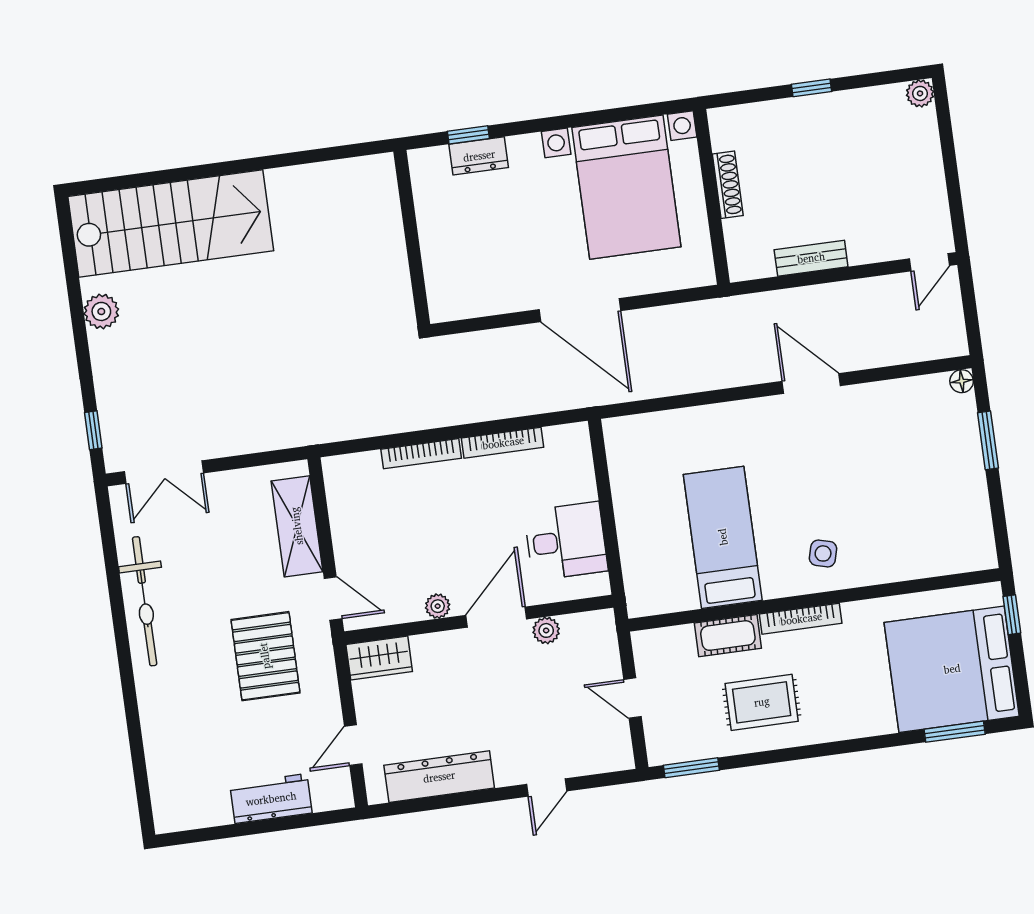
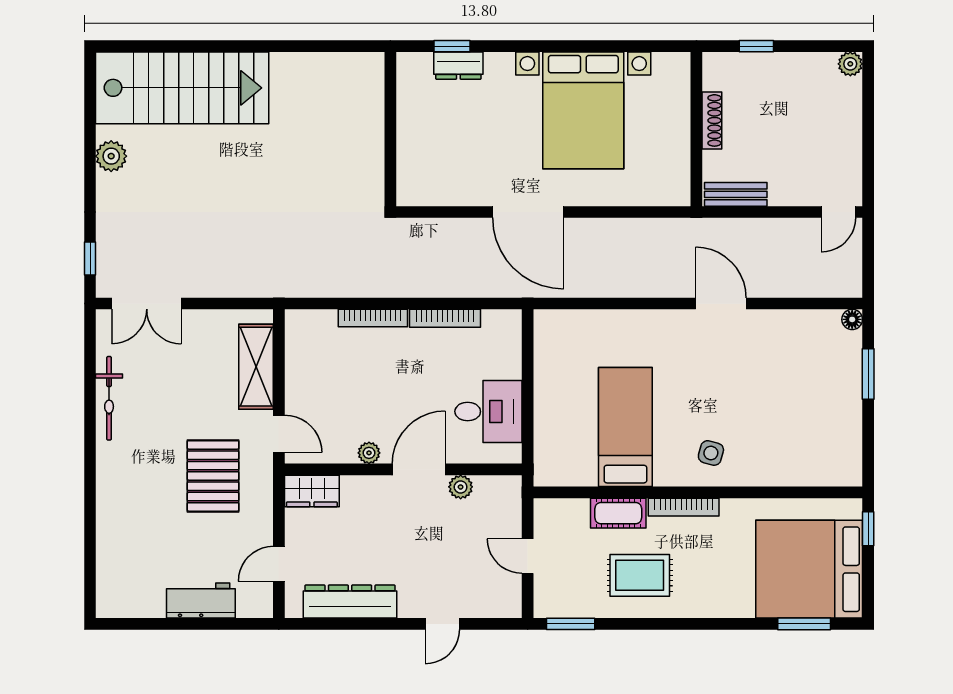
shoe rack: (728, 185) -> (712, 120), moved
wall: (712, 197) -> (696, 129), moved
bicycle: (145, 601) -> (109, 398), width x0.73, depth x0.71

